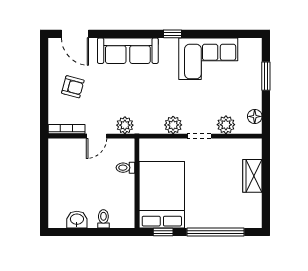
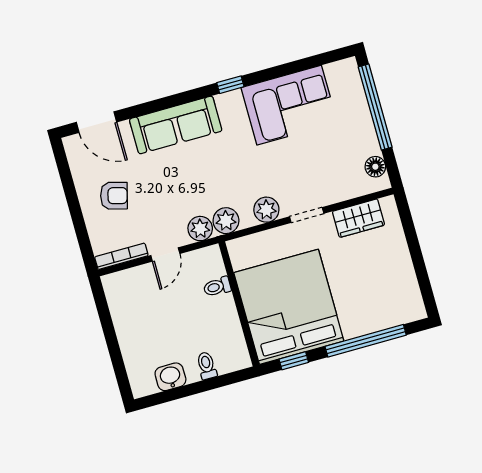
window: (266, 76) -> (375, 107), width x2.11
plant: (226, 125) -> (226, 221), moved
wardrobe: (252, 176) -> (358, 218), moved, turned -90
bed: (162, 195) -> (289, 307), width x1.36

